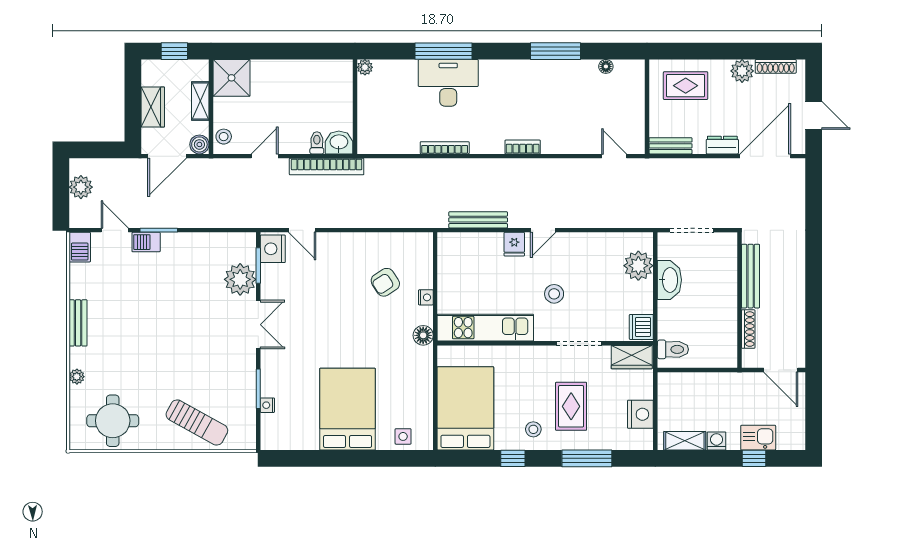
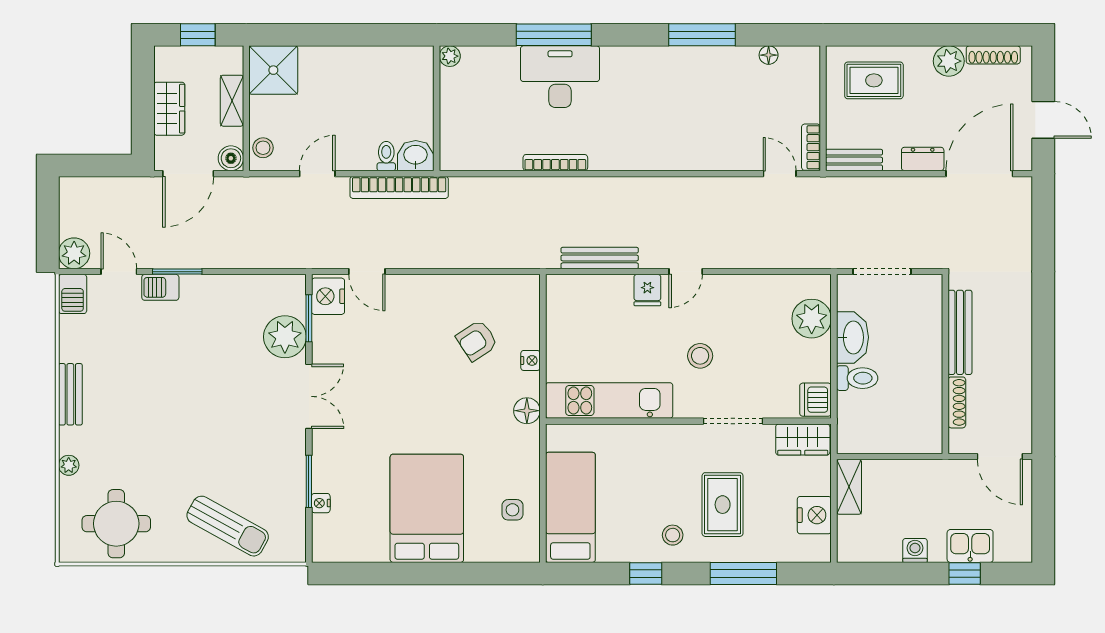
bookcase: (523, 147) -> (811, 147), moved, turned -90
plant: (81, 187) -> (74, 253), moved
toilet: (673, 349) -> (857, 378), moved
bed: (465, 408) -> (570, 507), width x0.67
side table: (403, 436) -> (512, 510), moved
shelving: (685, 441) -> (849, 487), moved, turned 90

